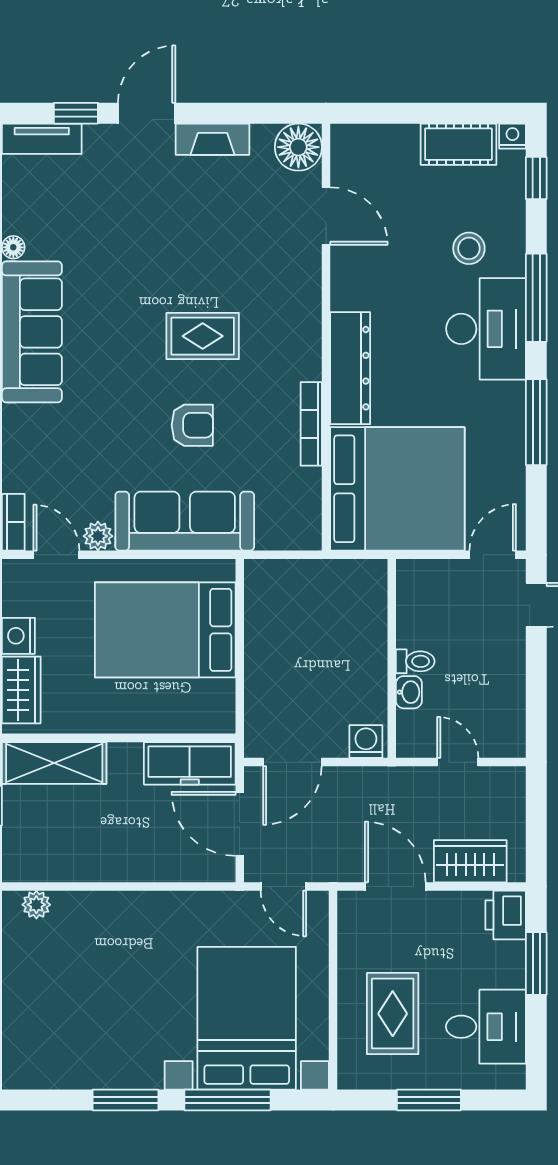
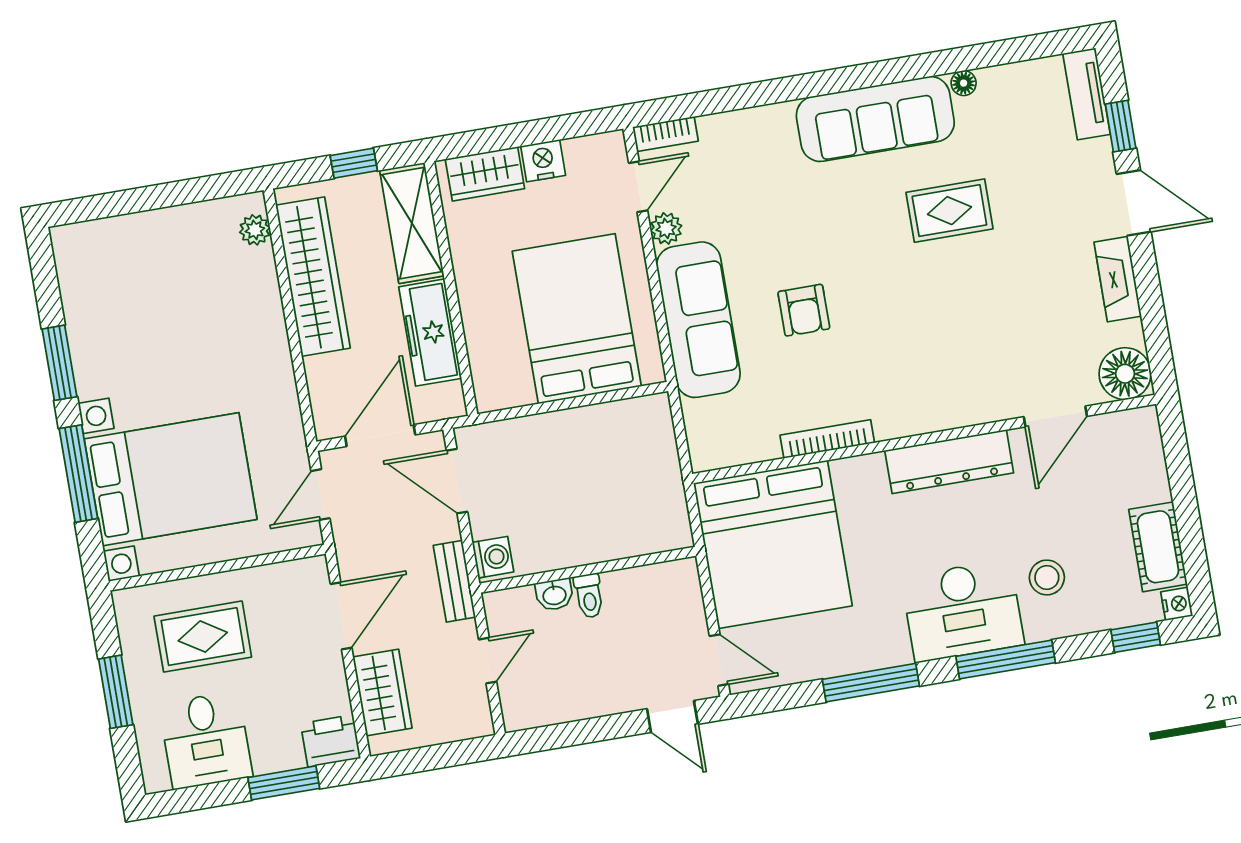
rug: (203, 336) -> (949, 211), moved, turned 90
dresser: (350, 368) -> (949, 462), moved
freezer: (190, 763) -> (430, 333), moved
bench: (382, 780) -> (454, 581), added
wardrobe: (87, 860) -> (313, 277), added

